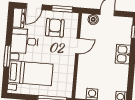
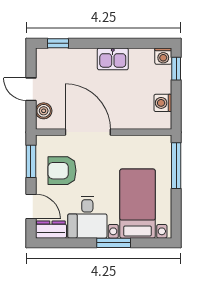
door: (78, 46) -> (88, 132), width x1.88
kitchen sink: (123, 54) -> (113, 59), moved

